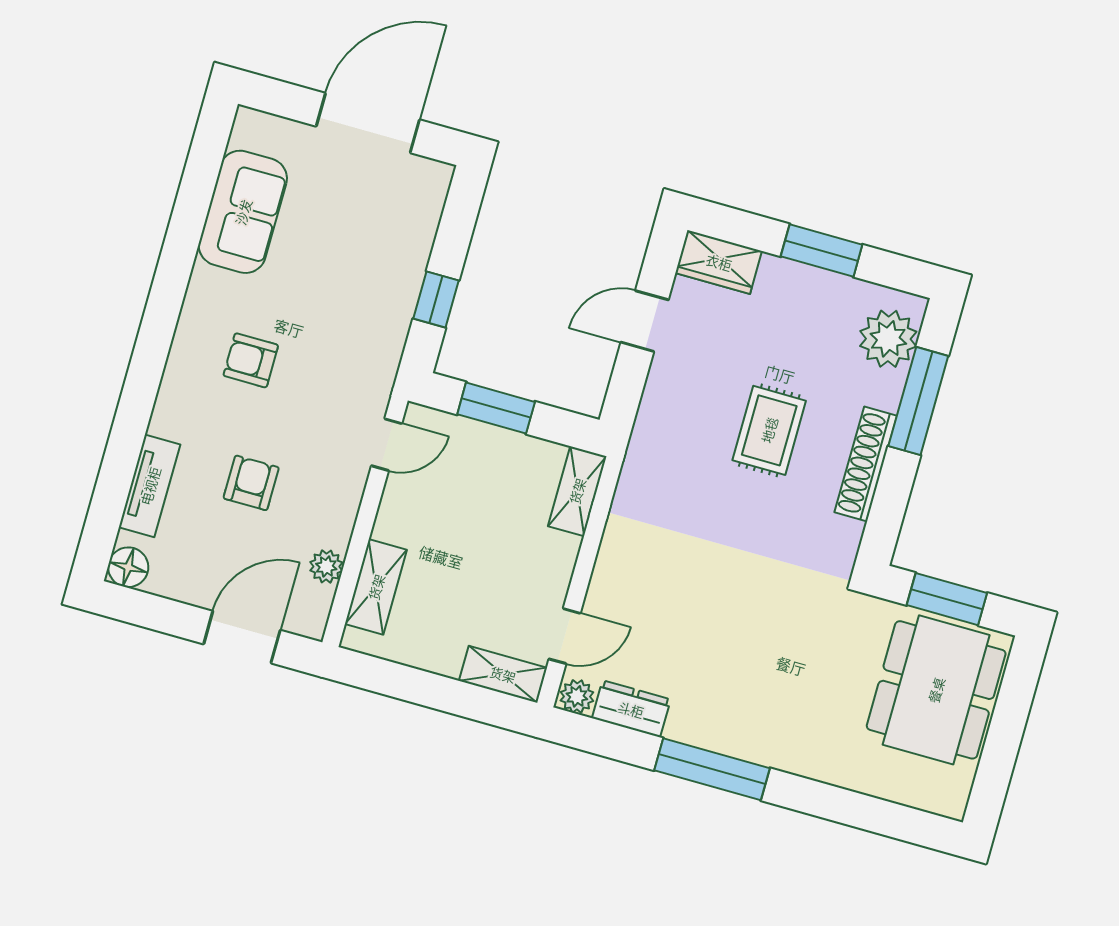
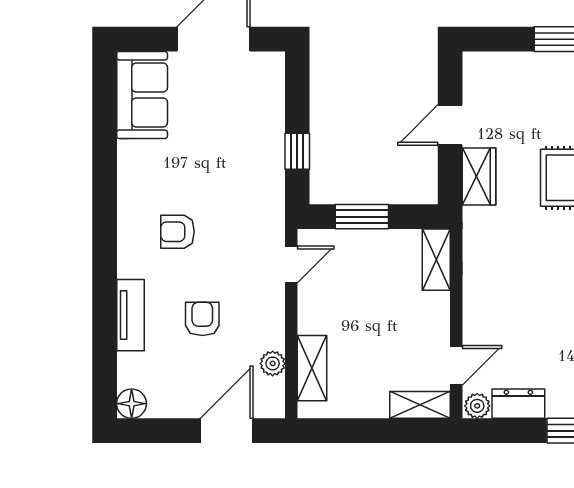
sofa: (243, 212) -> (142, 95), moved
wardrobe: (719, 262) -> (479, 177), moved, turned -90
tv unit: (150, 486) -> (130, 315), moved

